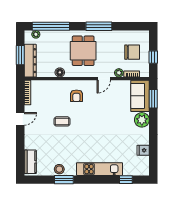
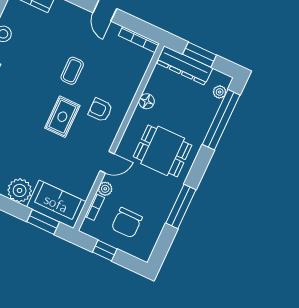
window: (99, 26) -> (181, 206), moved
door: (104, 79) -> (107, 162), swing flipped
rug: (90, 115) -> (62, 117), added

